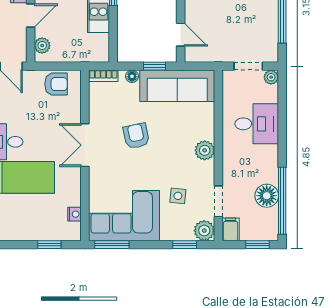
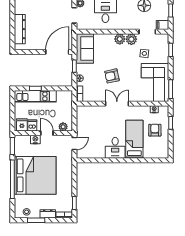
door: (181, 35) -> (57, 52), width x1.88
armchair: (56, 84) -> (155, 130), moved
sofa: (177, 86) -> (85, 49), width x0.73
double door: (85, 145) -> (117, 104), swing flipped
plant: (204, 231) -> (131, 39), moved

